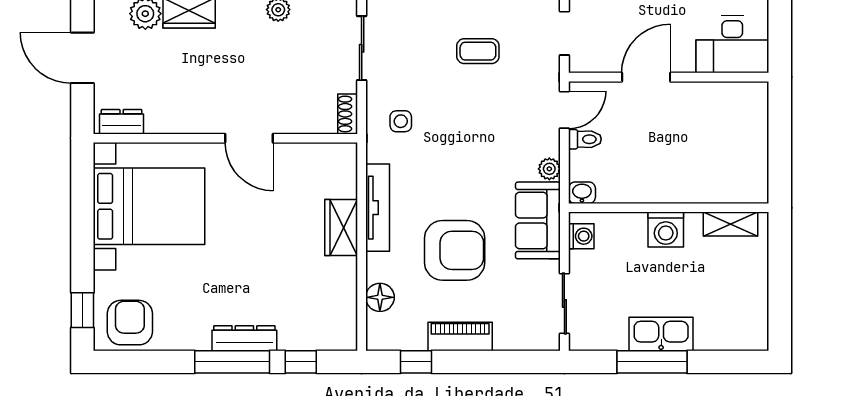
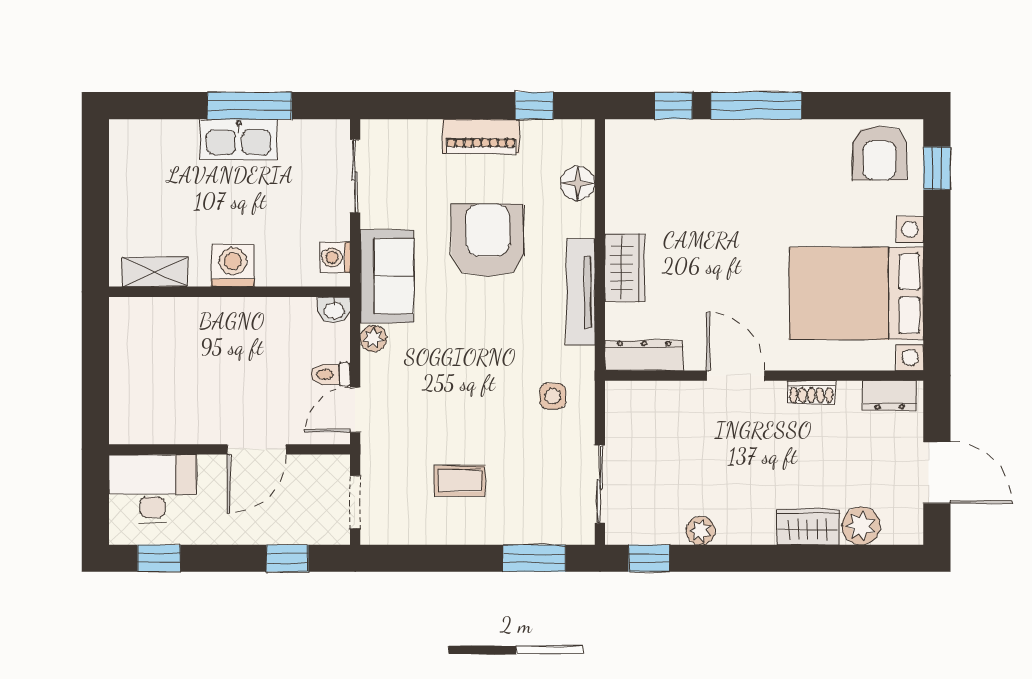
shoe rack: (348, 114) -> (811, 392), moved, turned 90
armchair: (455, 250) -> (488, 240), turned 90
dresser: (244, 338) -> (644, 355), moved, turned 180

